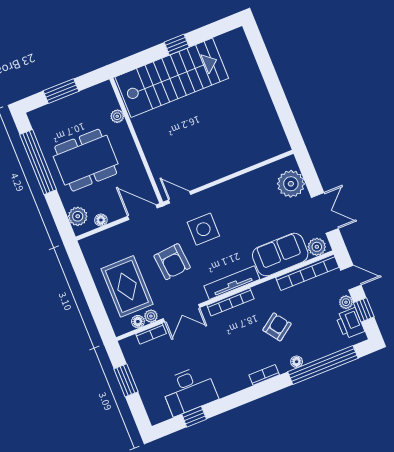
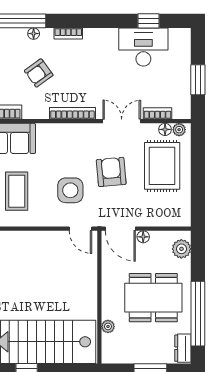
dresser: (39, 124) -> (183, 348), added
coffee table: (253, 208) -> (17, 191), added
floor lamp: (101, 220) -> (143, 237), moved
tv unit: (232, 283) -> (64, 131), removed
plant: (151, 316) -> (179, 130), moved

